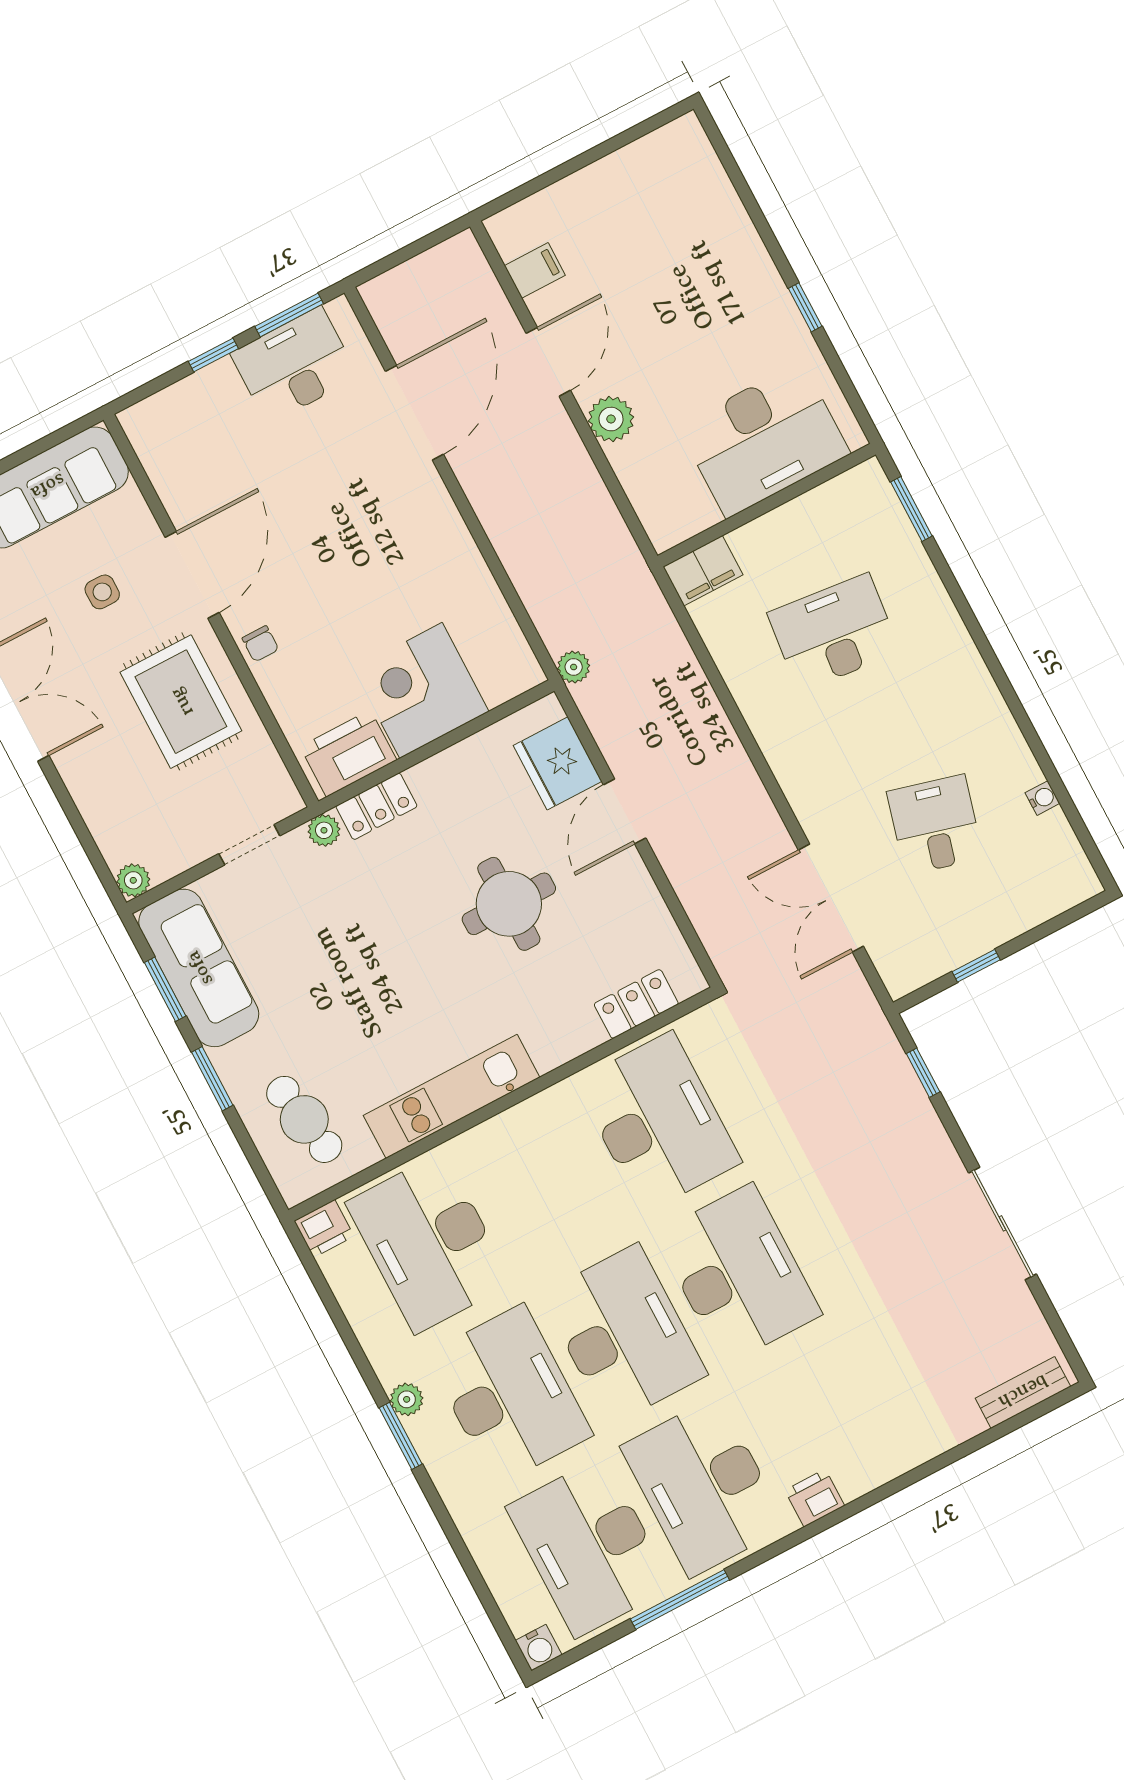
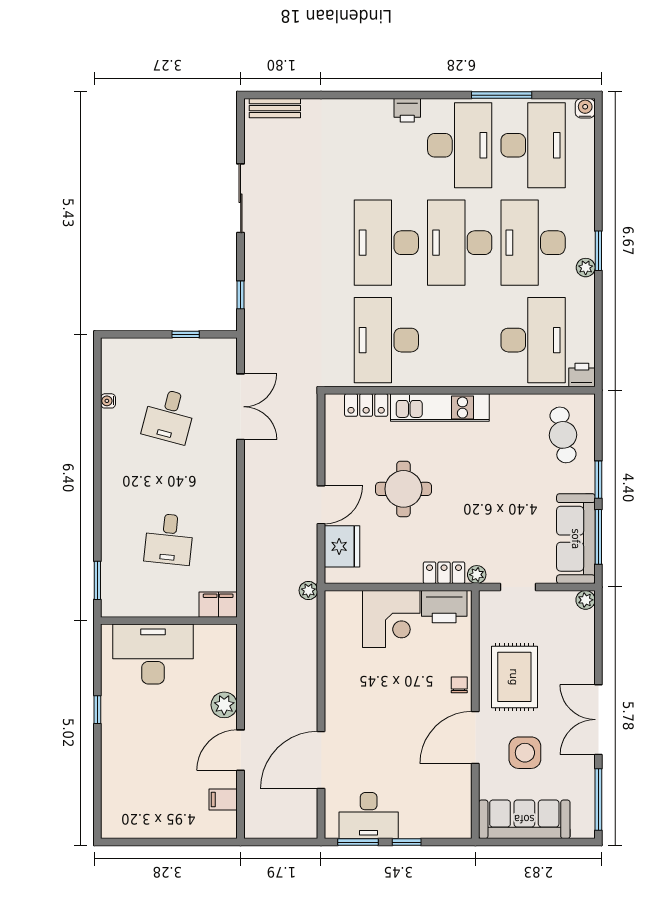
side table: (102, 592) -> (525, 753), width x1.87, depth x1.87
desk: (834, 632) -> (169, 539), width x0.73
window: (165, 989) -> (598, 537), width x1.44
kitchen unit: (452, 1096) -> (440, 408), moved

